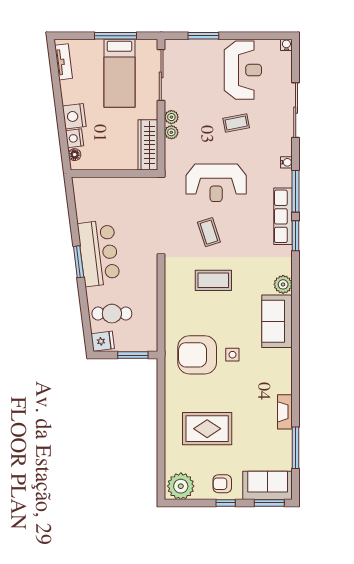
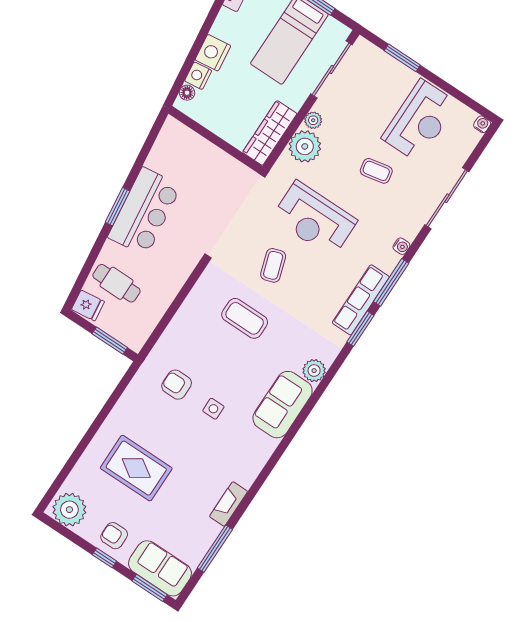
plant: (171, 132) -> (305, 146), width x1.87, depth x1.87
armchair: (197, 355) -> (177, 385), width x0.53, depth x0.53

